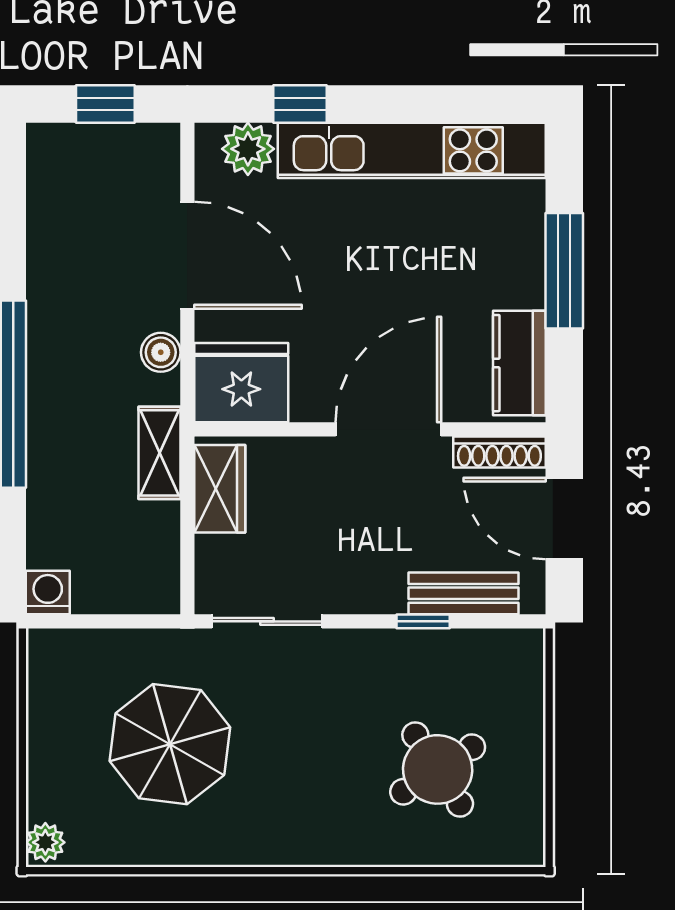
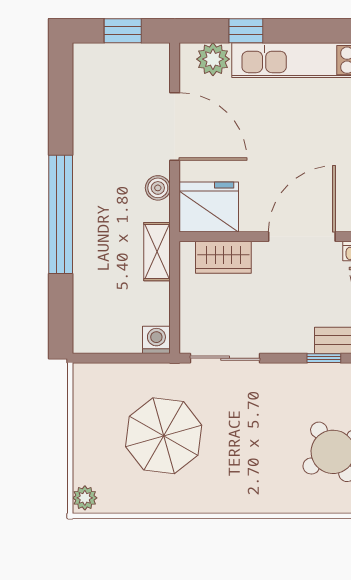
wardrobe: (220, 489) -> (223, 257), moved, turned 90
washing machine: (48, 592) -> (156, 340), moved

